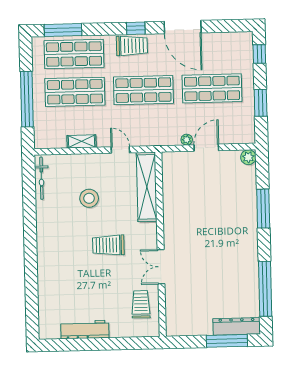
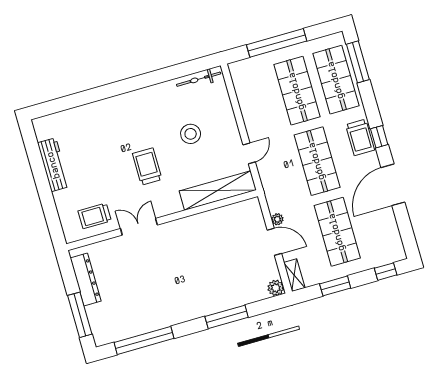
shelving: (81, 141) -> (294, 275), moved
trolley: (141, 304) -> (95, 216), turned 180
dresser: (237, 326) -> (86, 279), moved

